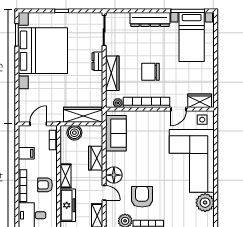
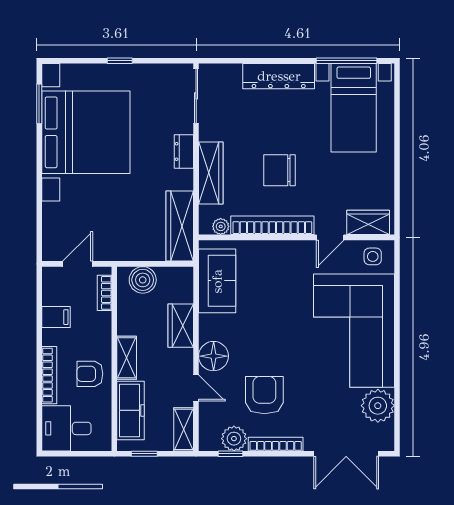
wardrobe: (83, 115) -> (180, 226), moved, turned -90

